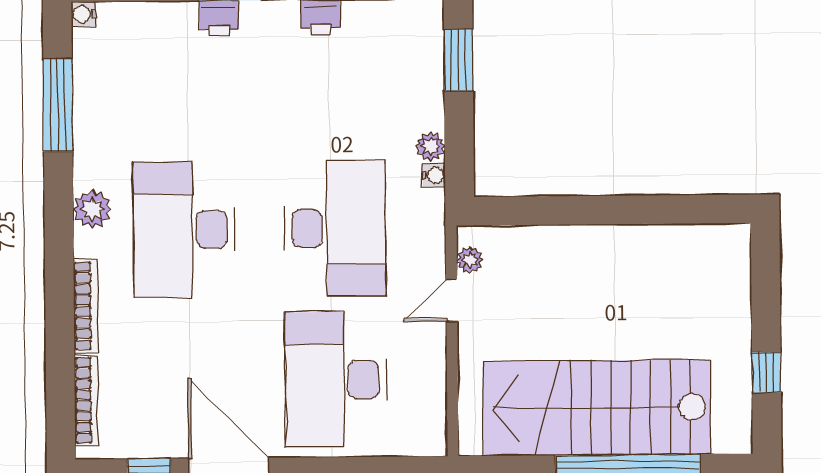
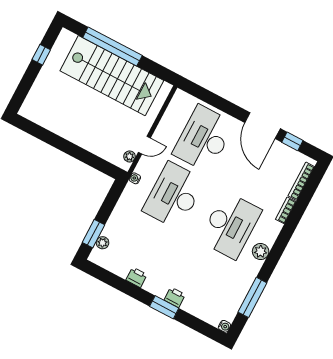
plant: (430, 146) -> (103, 243), moved
water cooler: (434, 175) -> (135, 178), moved
bookcase: (86, 306) -> (286, 210), width x0.64
desk: (336, 380) -> (204, 139), turned 180

